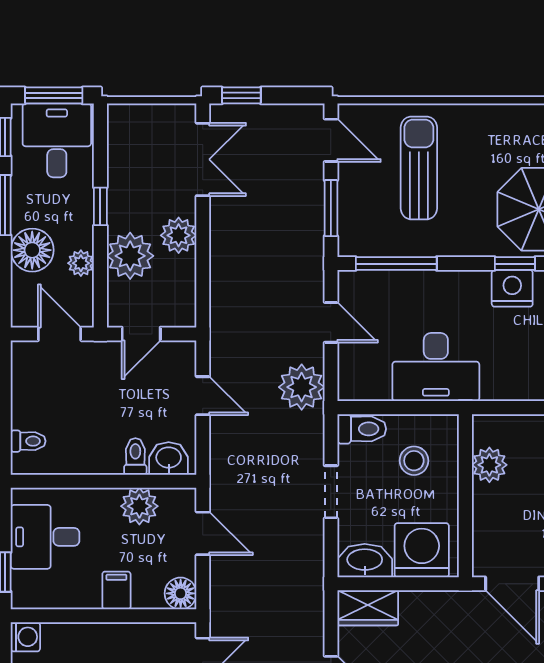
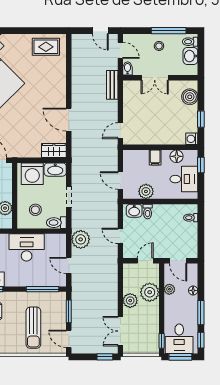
window: (100, 206) -> (162, 341), moved
floor lamp: (32, 250) -> (193, 290), width x0.53, depth x0.53
floor lamp: (181, 593) -> (177, 156), moved

